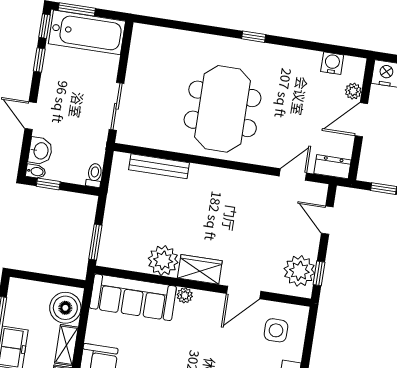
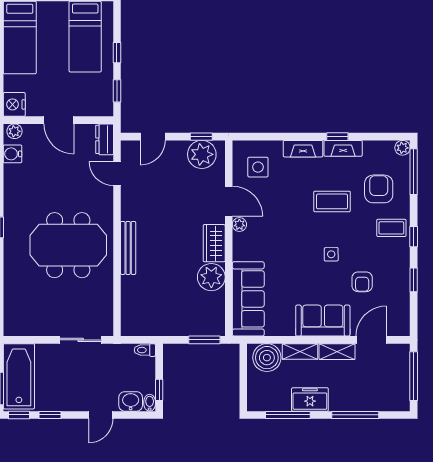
plant: (353, 91) -> (14, 131), moved
bench: (159, 166) -> (128, 248), moved
plant: (185, 295) -> (239, 224), moved

